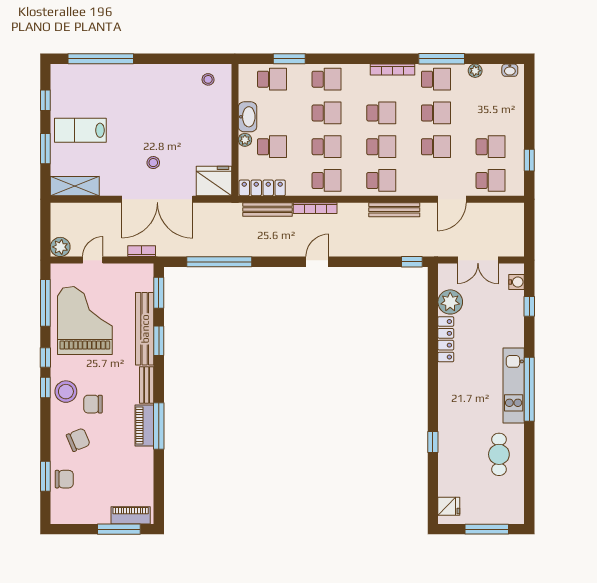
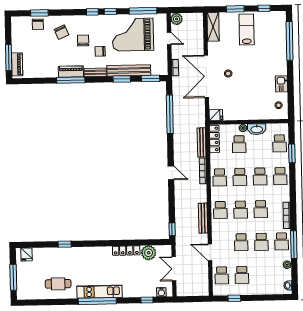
kitchen sink: (172, 74) -> (282, 84), added
fridge: (214, 181) -> (216, 115), width x0.53, depth x0.75
grand piano: (85, 321) -> (133, 35), turned 180
chair: (112, 376) -> (100, 51), added
stool: (66, 392) -> (90, 24), removed

